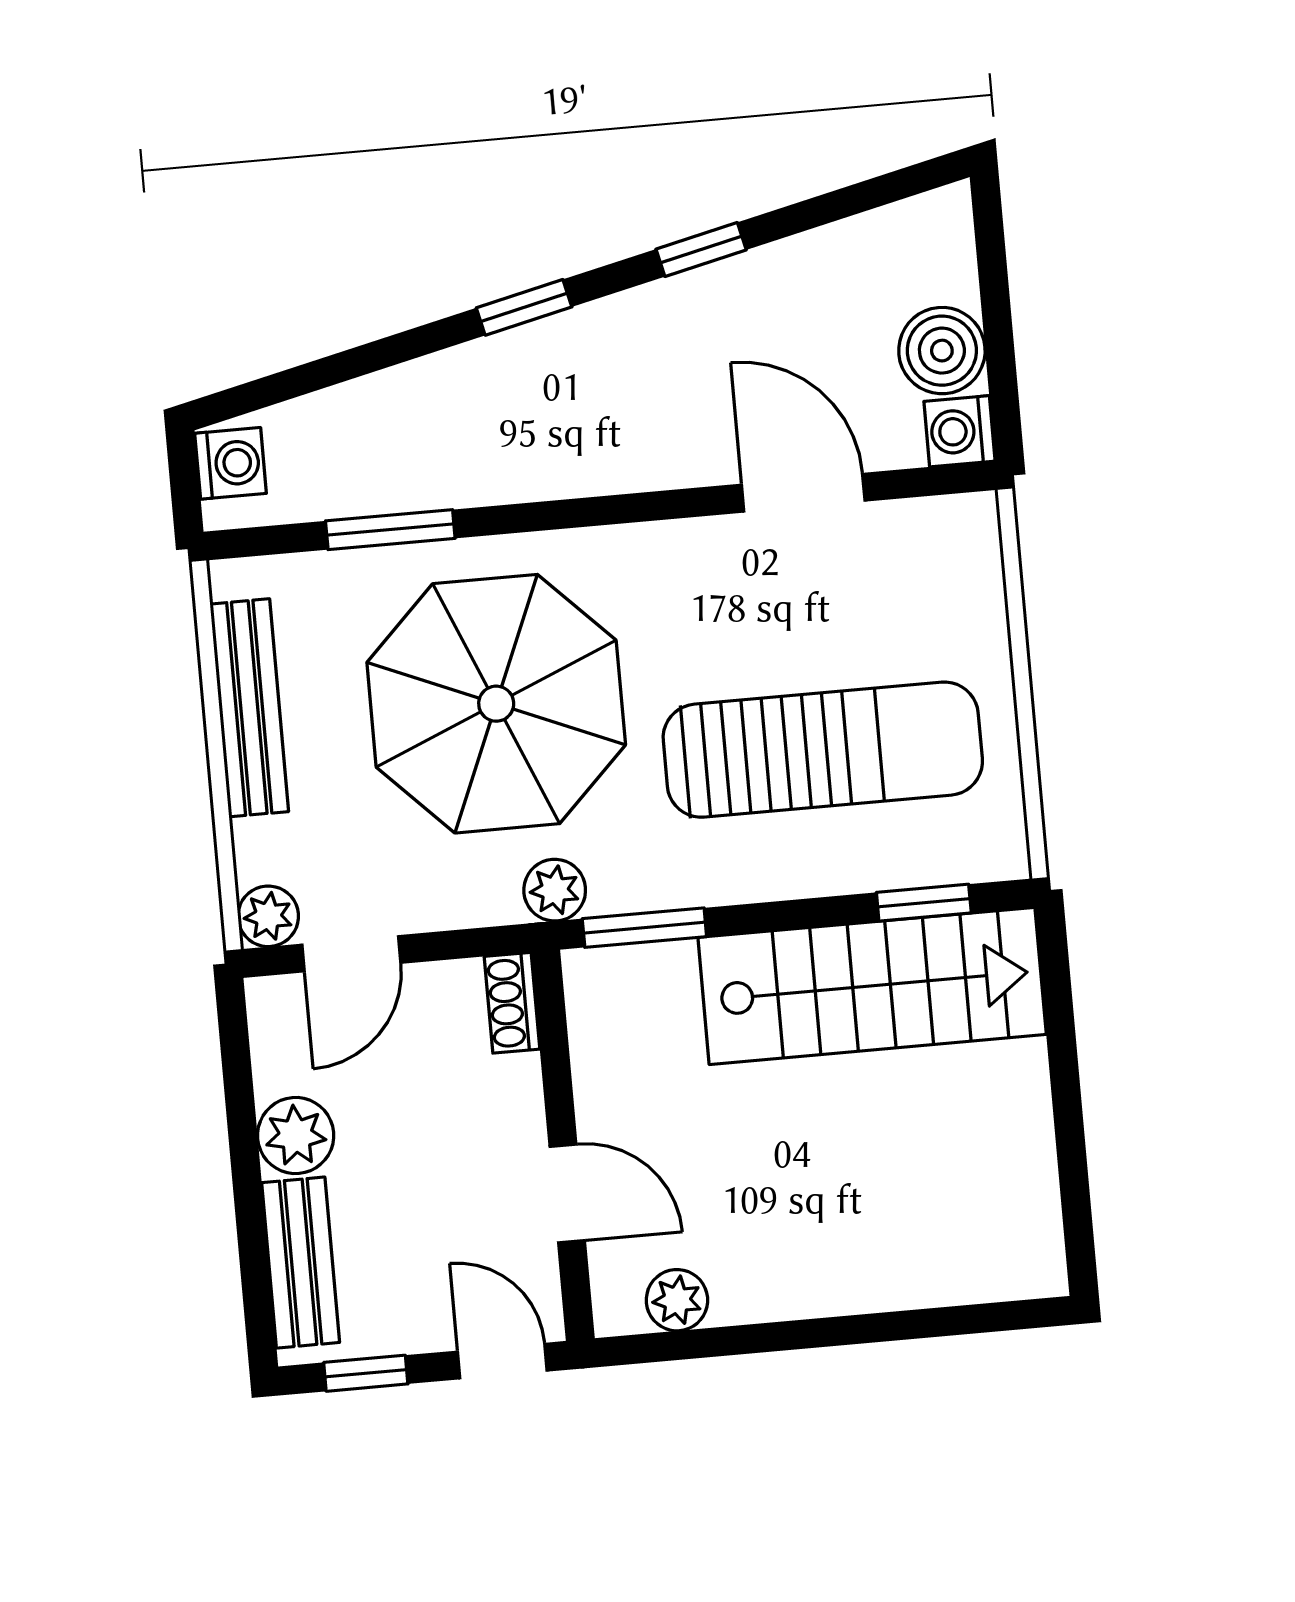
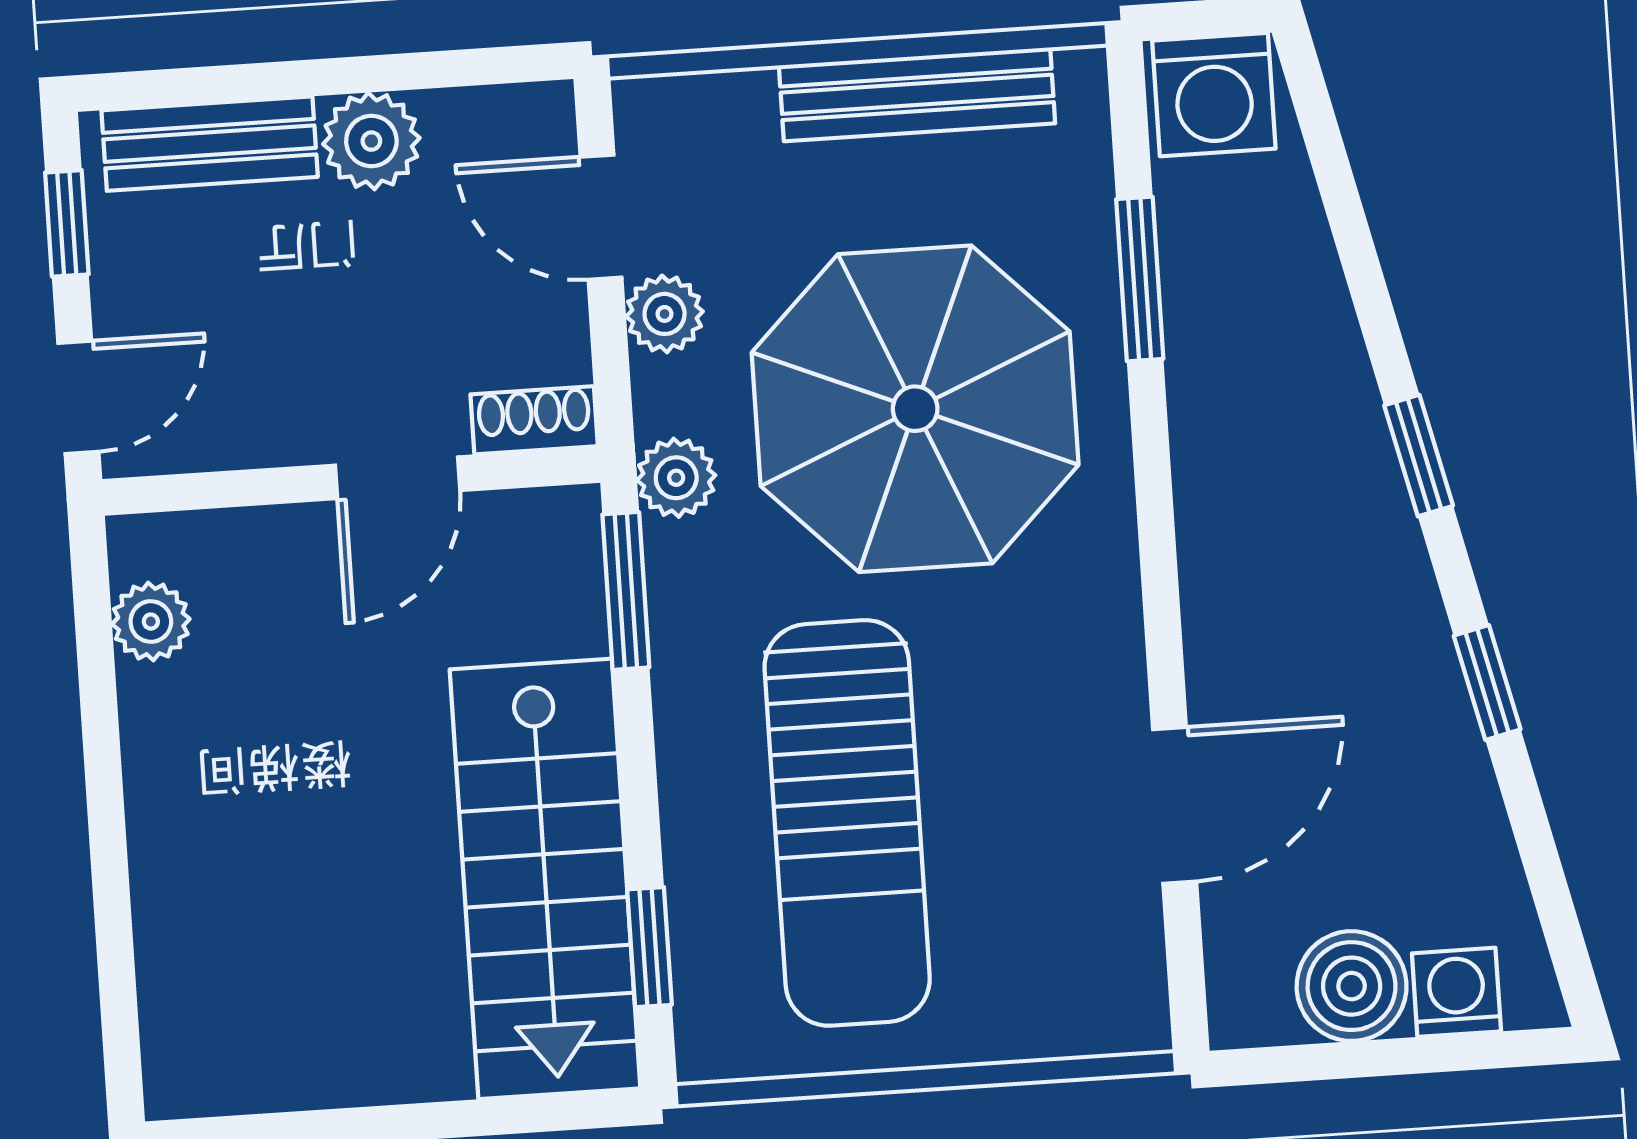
washing machine: (959, 431) -> (1456, 992), moved
washing machine: (231, 463) -> (1214, 95), width x1.38, depth x1.38
plant: (268, 916) -> (665, 314), moved
door: (567, 1193) -> (398, 478), moved

